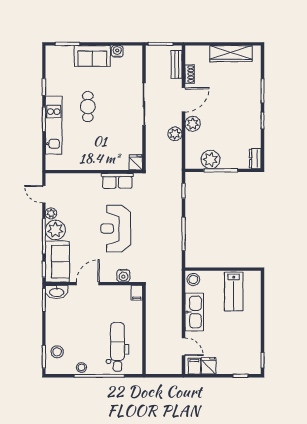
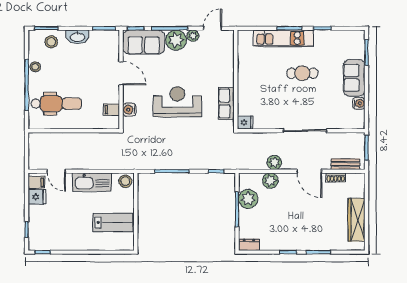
plant: (193, 124) -> (270, 181), moved
washbasin: (57, 292) -> (77, 37), moved, turned -90
lab bench: (234, 292) -> (113, 223), turned 180
filing cabinet: (137, 293) -> (112, 110), moved
door: (184, 347) -> (56, 171), hinge flipped

